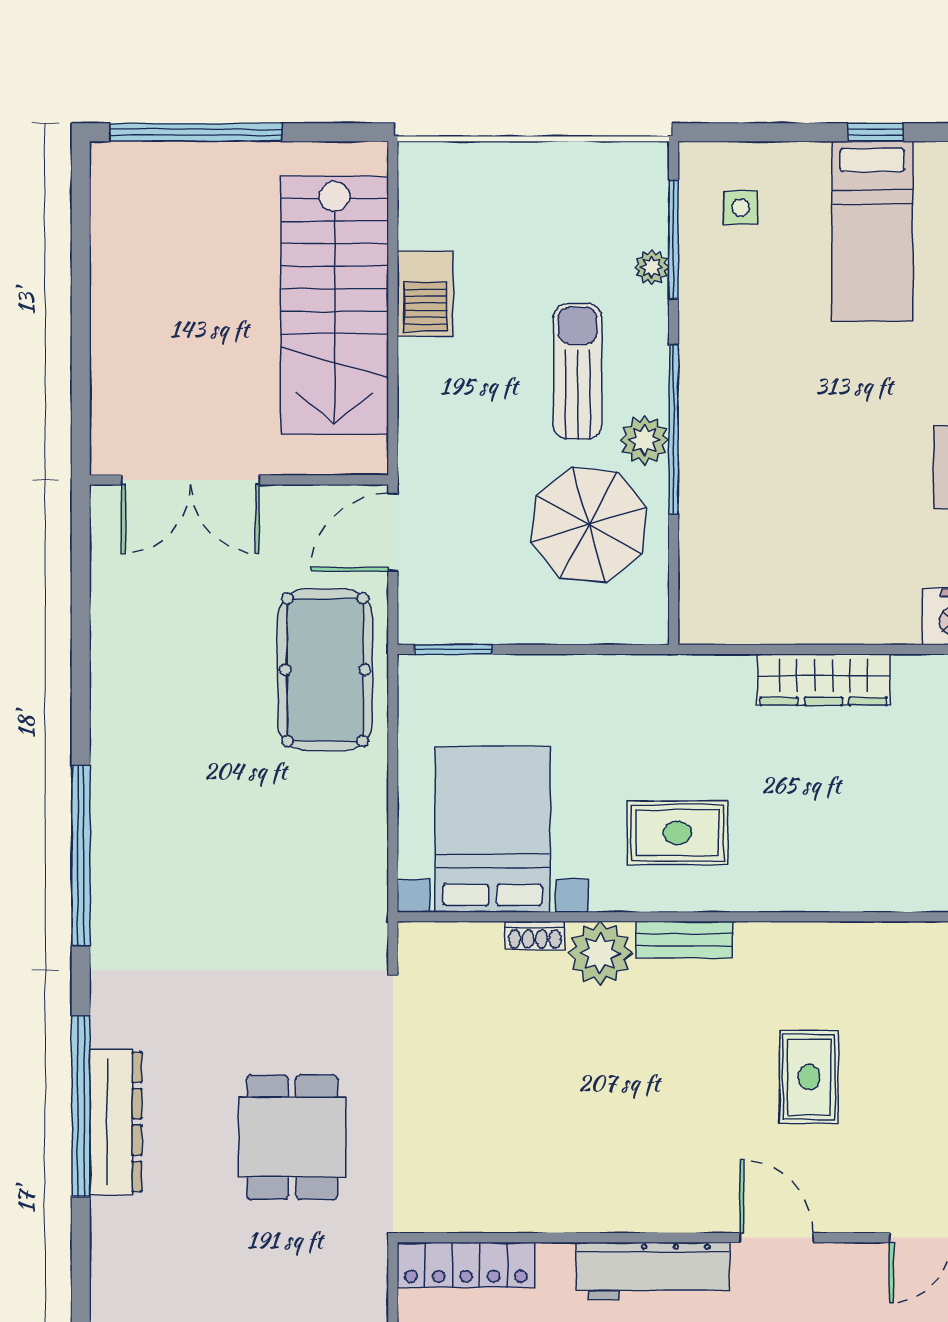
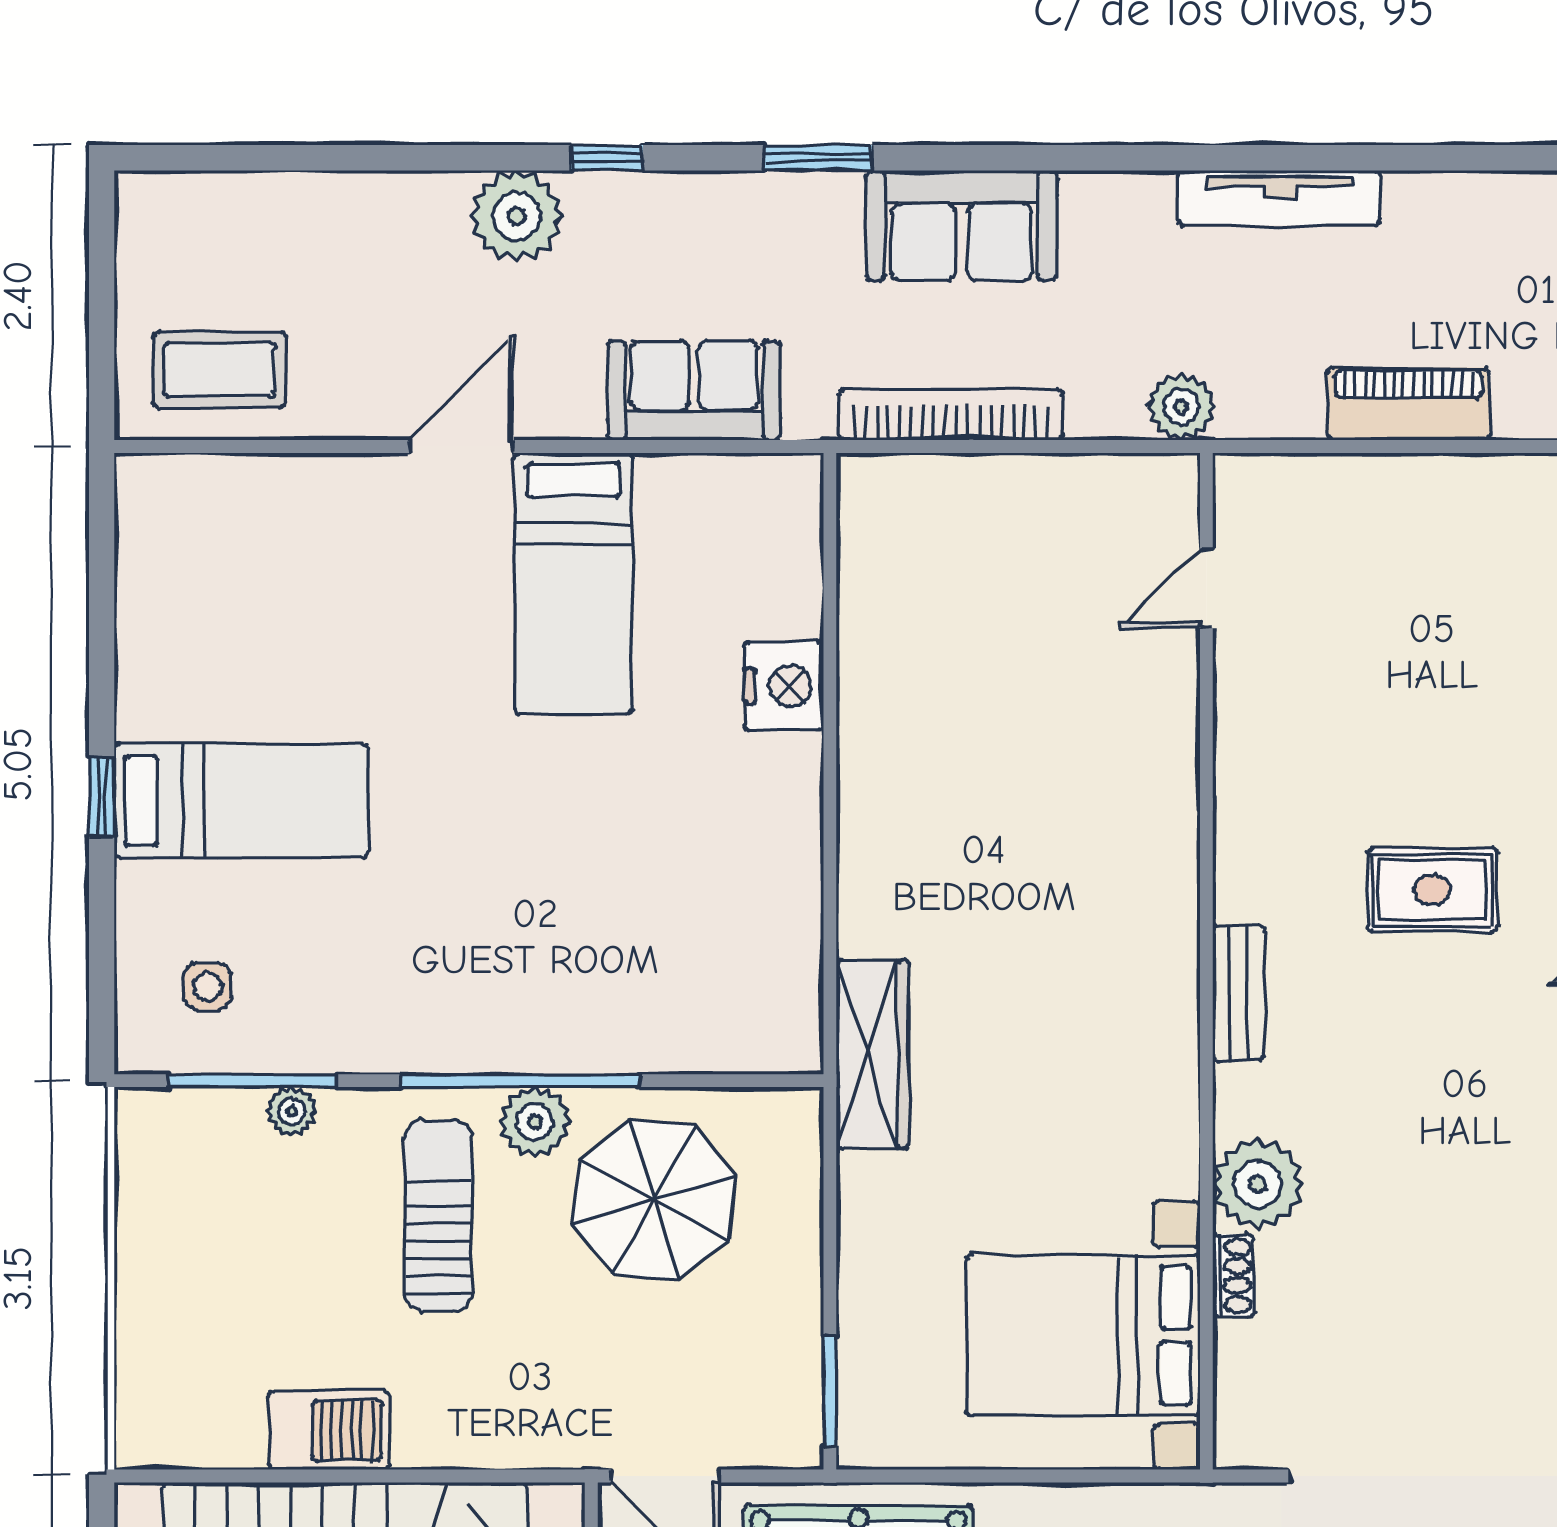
sun lounger: (578, 371) -> (438, 1216), turned 90
wardrobe: (823, 680) -> (872, 1054), moved
rug: (678, 833) -> (1088, 1075), removed
bench: (684, 940) -> (1239, 993), moved

